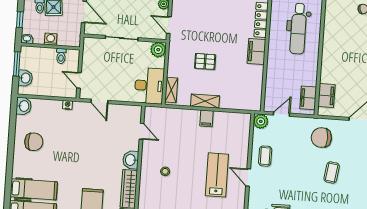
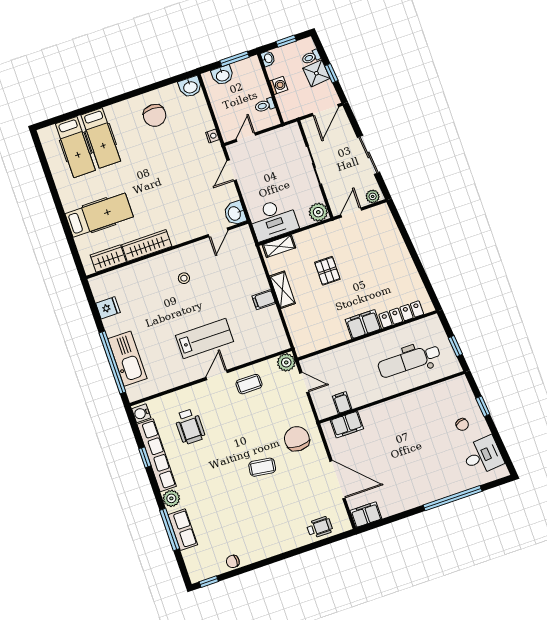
filing cabinet: (308, 98) -> (342, 403), width x0.50
washbasin: (131, 160) -> (235, 213), moved, turned -90

